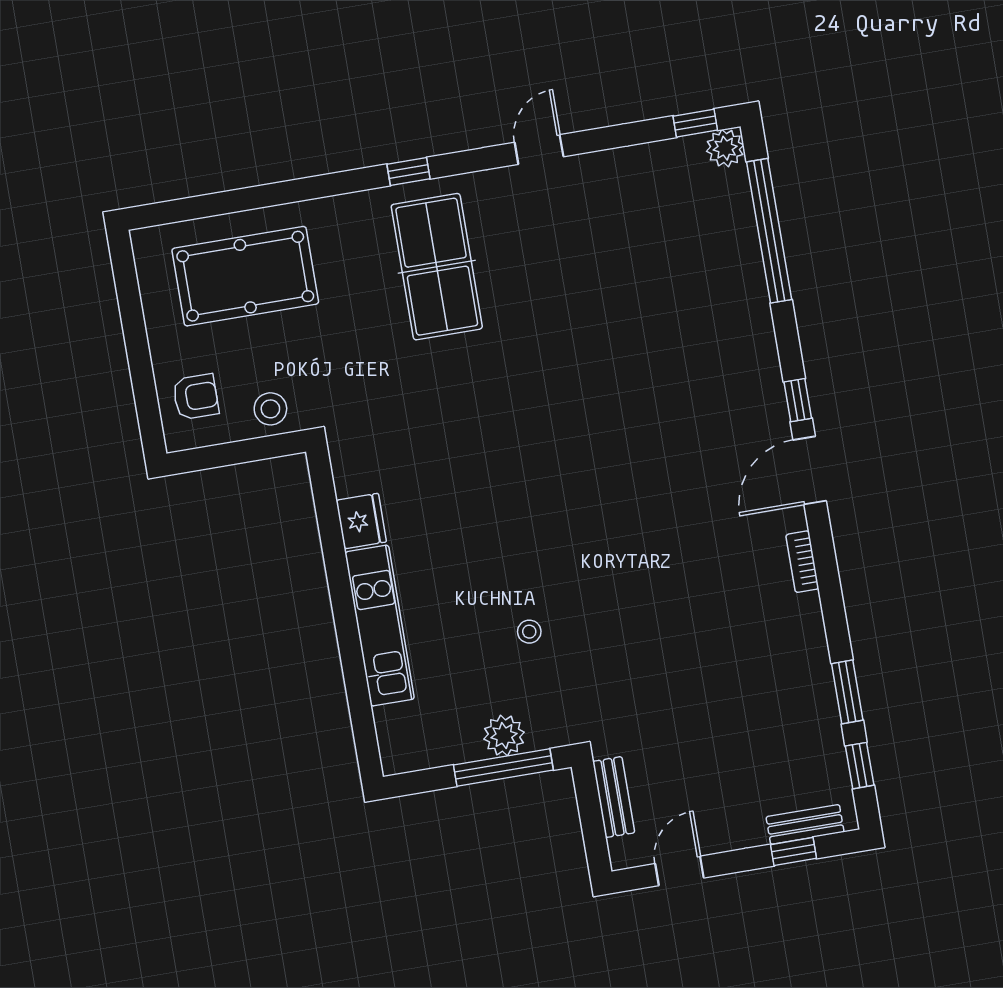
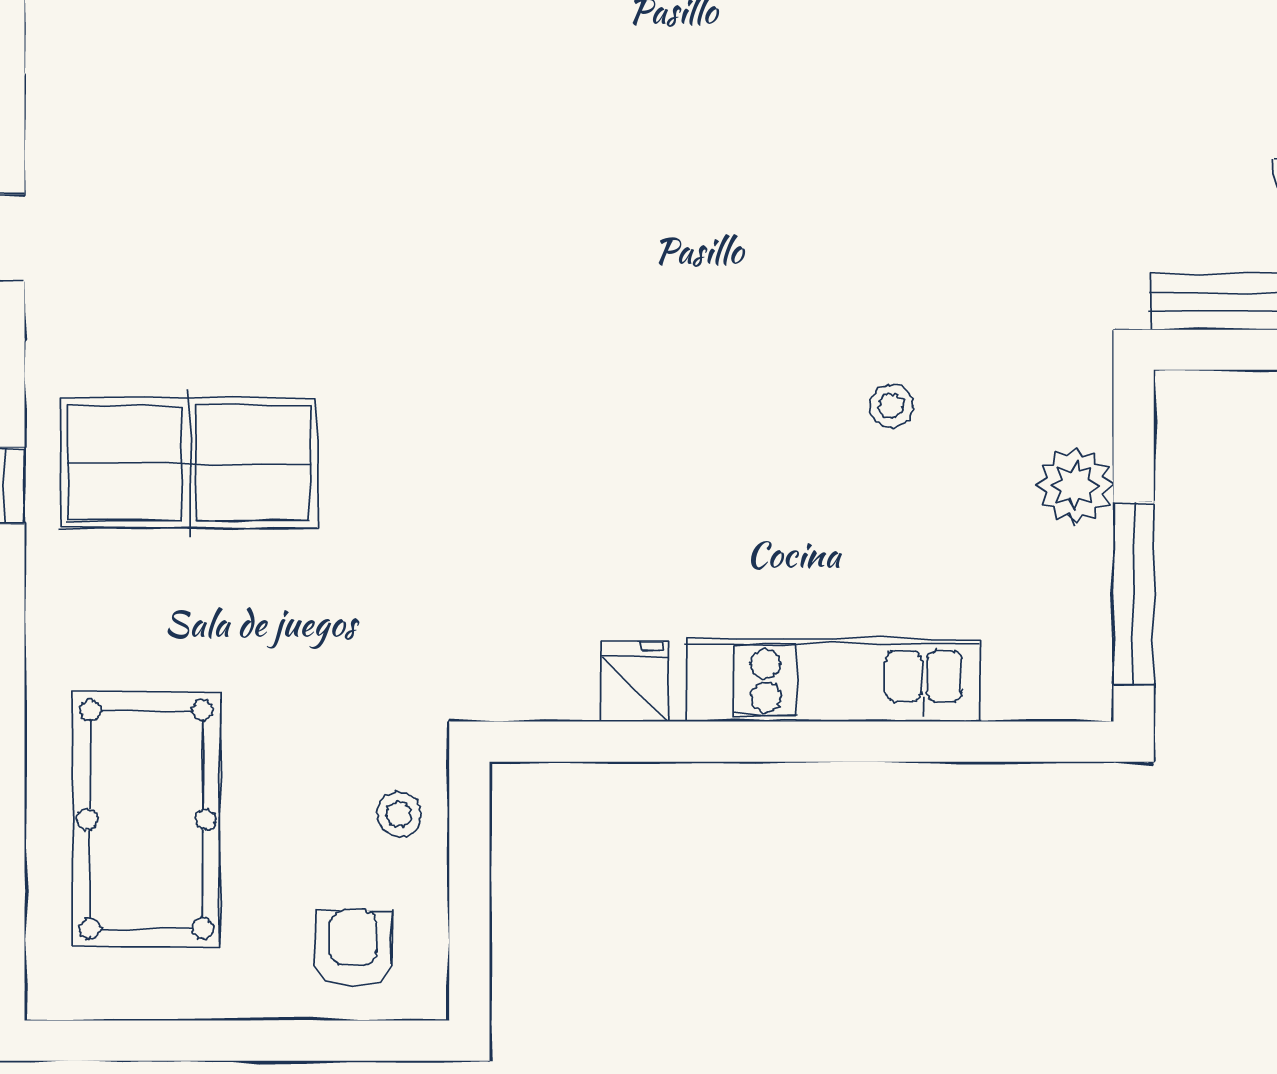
stool: (270, 409) -> (399, 814), width x0.73, depth x0.73
fridge: (361, 521) -> (635, 682), width x0.72
window: (503, 767) -> (1134, 593), moved

